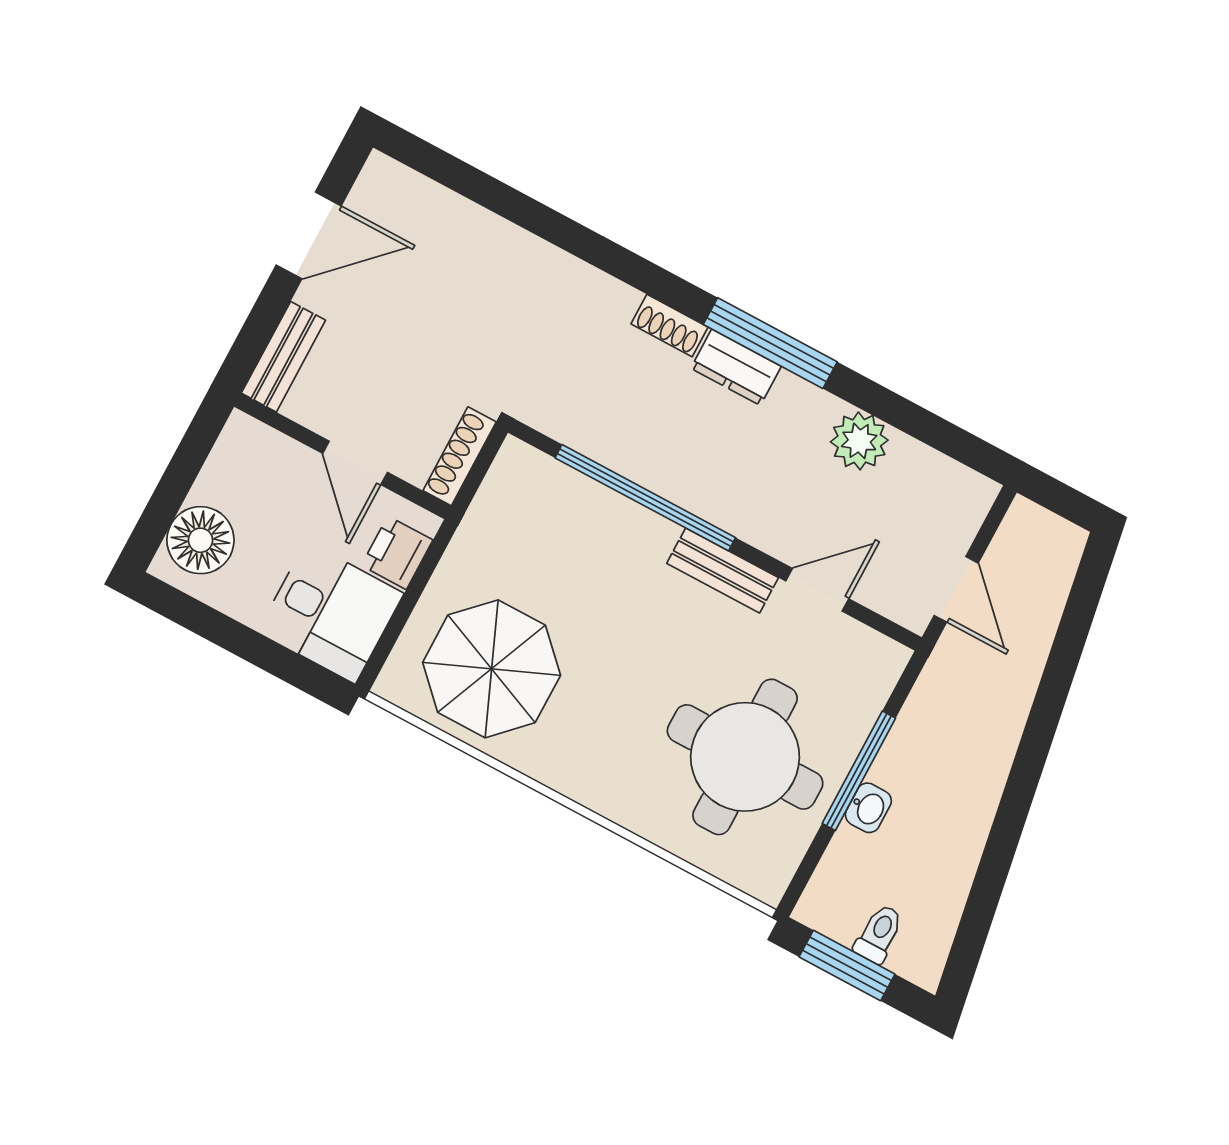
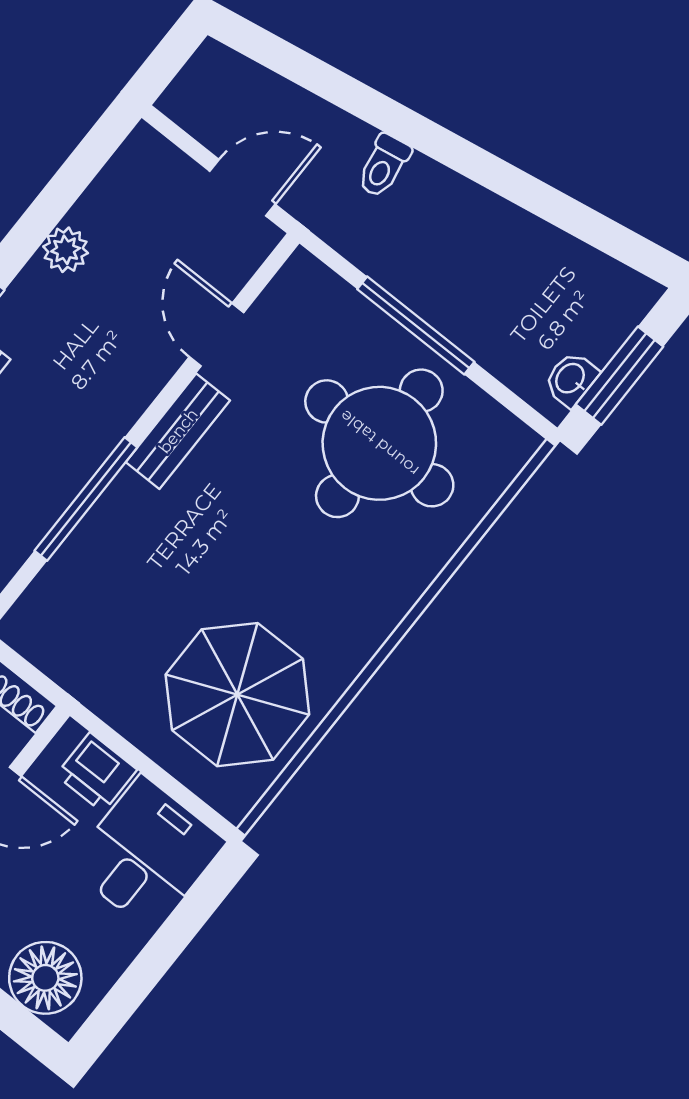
plant: (859, 441) -> (66, 250), width x0.73, depth x0.73
window: (645, 498) -> (86, 499), width x0.68
washbasin: (868, 808) -> (571, 379), moved, turned -90
toilet: (879, 934) -> (384, 166), moved, turned -100

